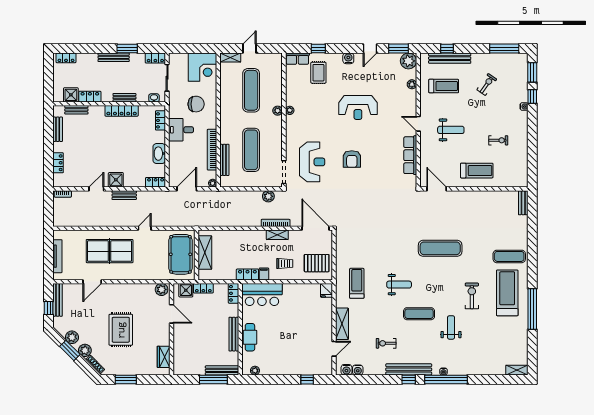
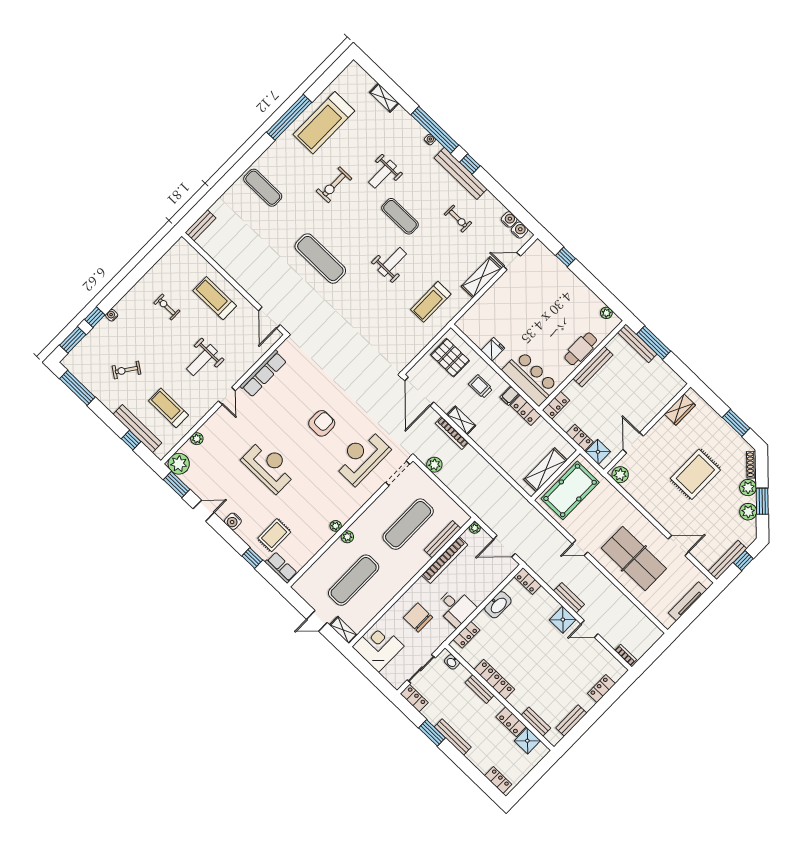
weight bench: (451, 130) -> (202, 360), turned -90
weight bench: (399, 285) -> (392, 262), turned 90
fridge: (327, 290) -> (493, 349), moved
treadmill: (507, 293) -> (324, 123), moved
shelving: (517, 370) -> (384, 98), moved

